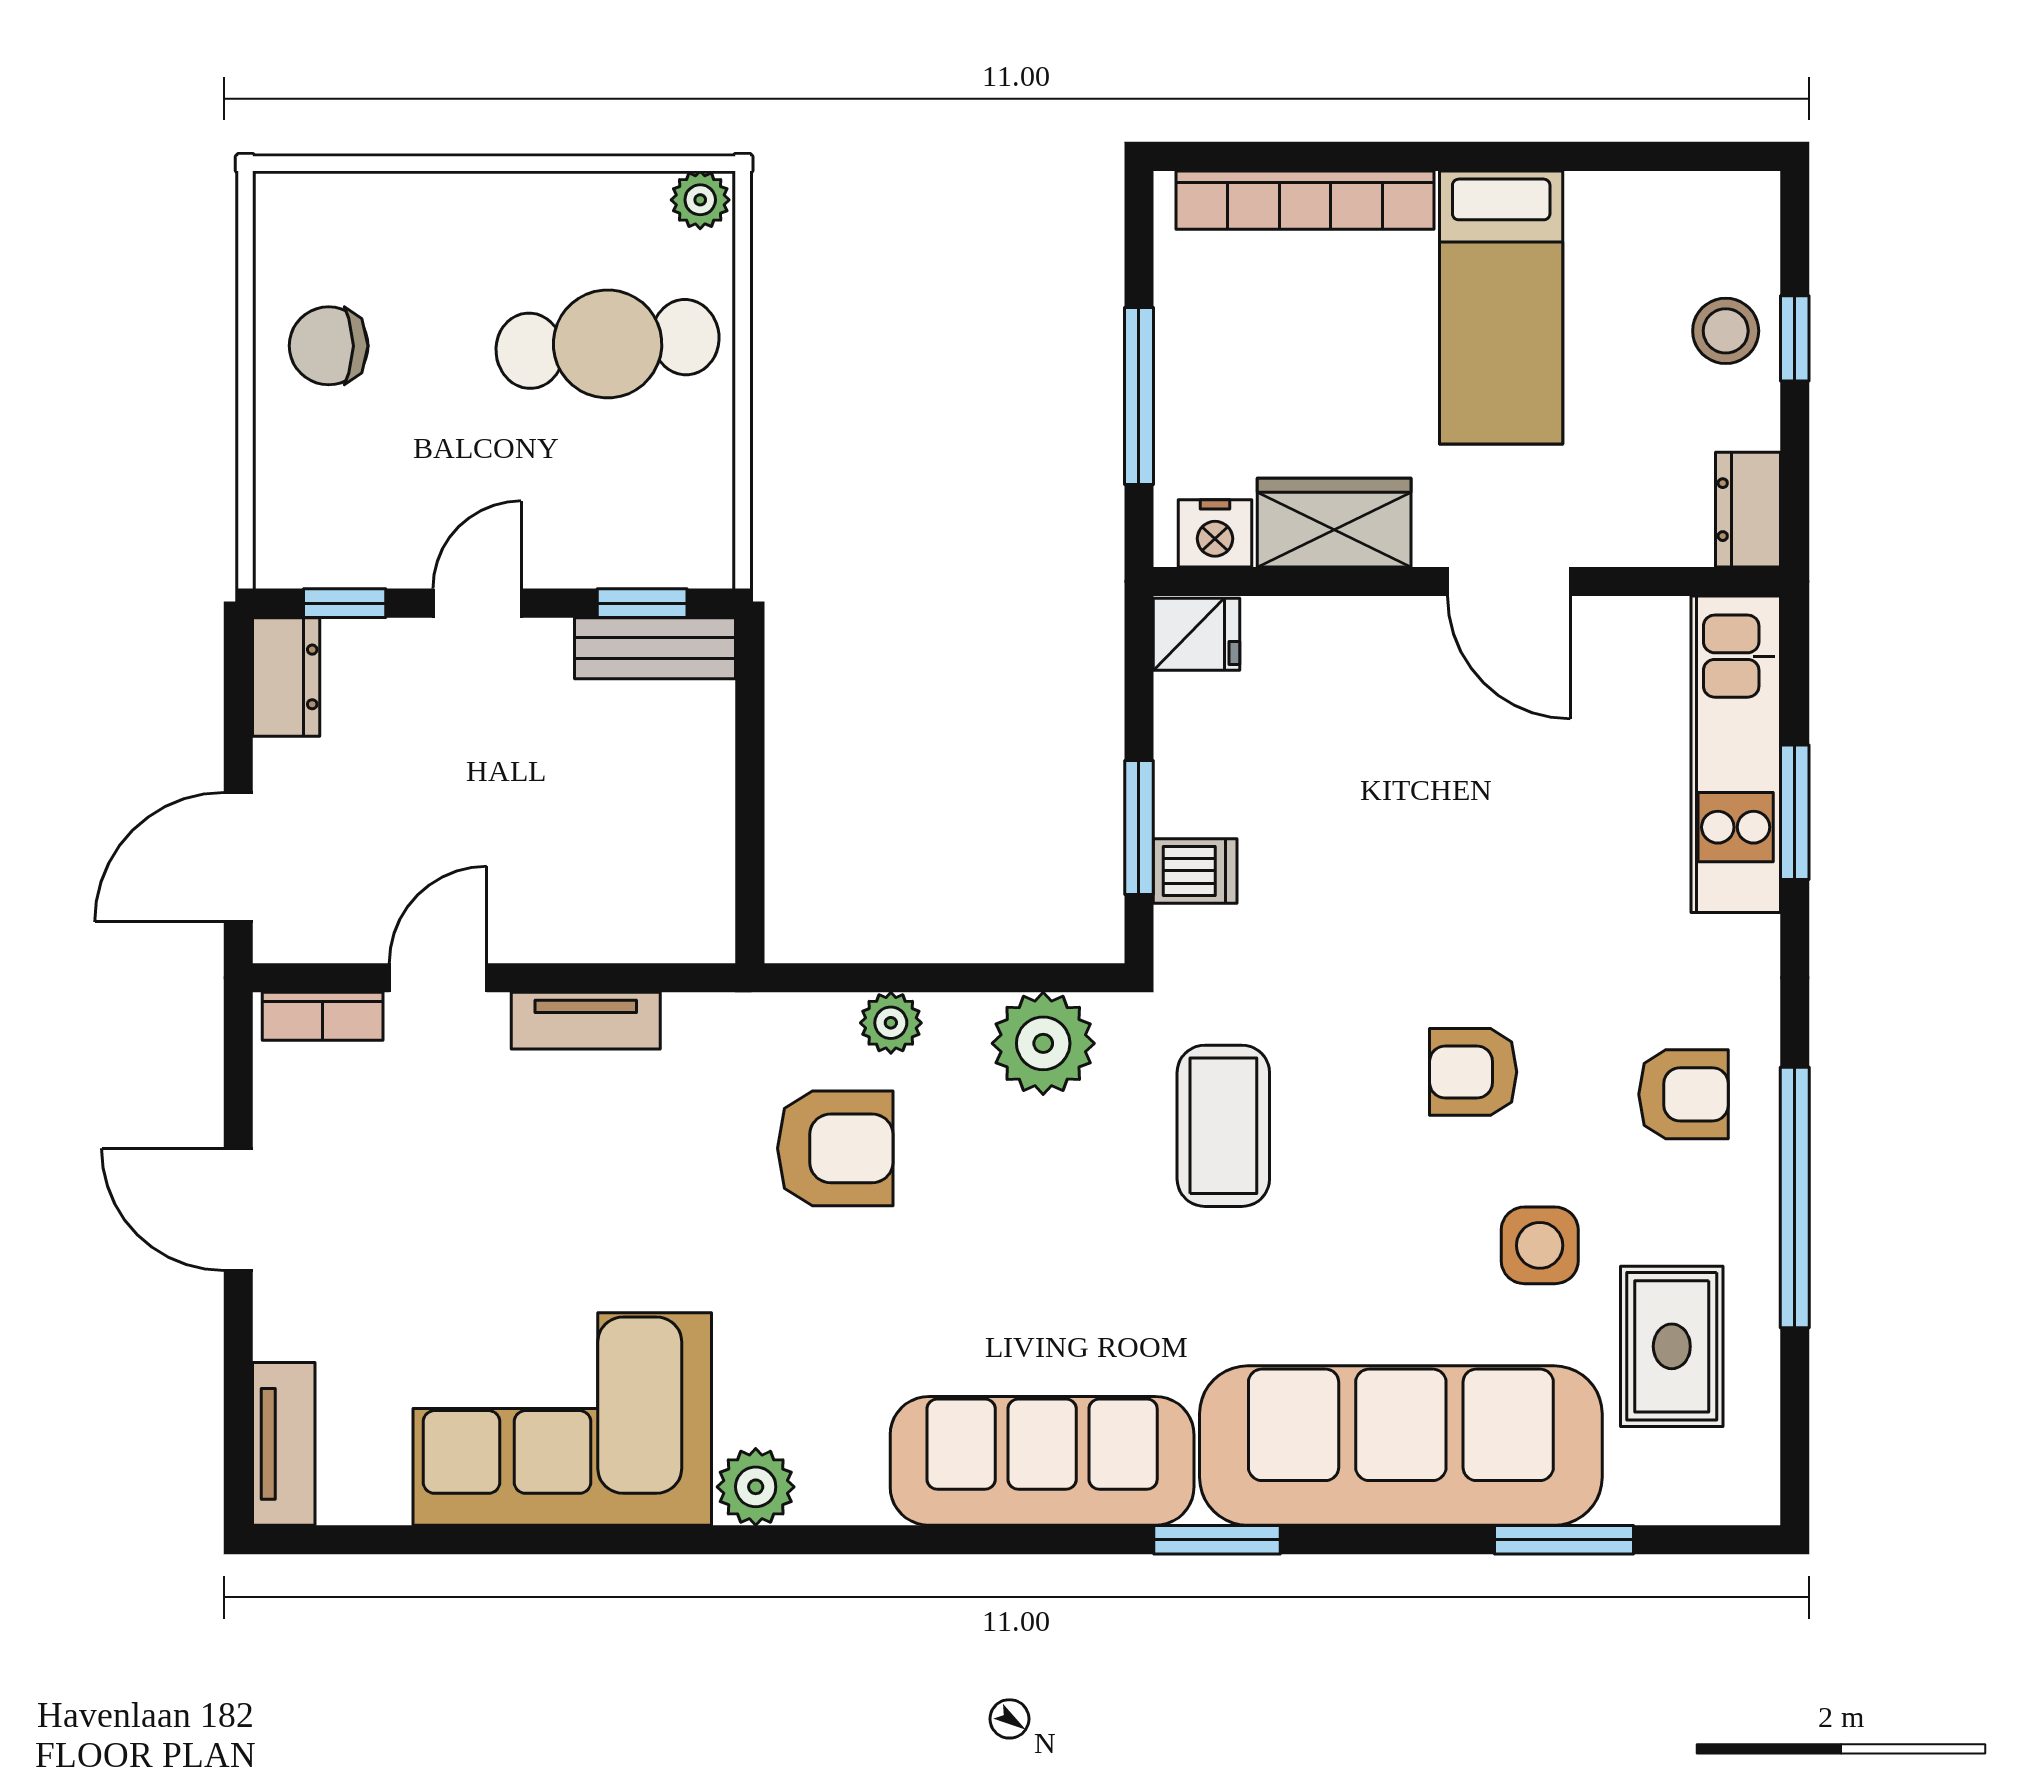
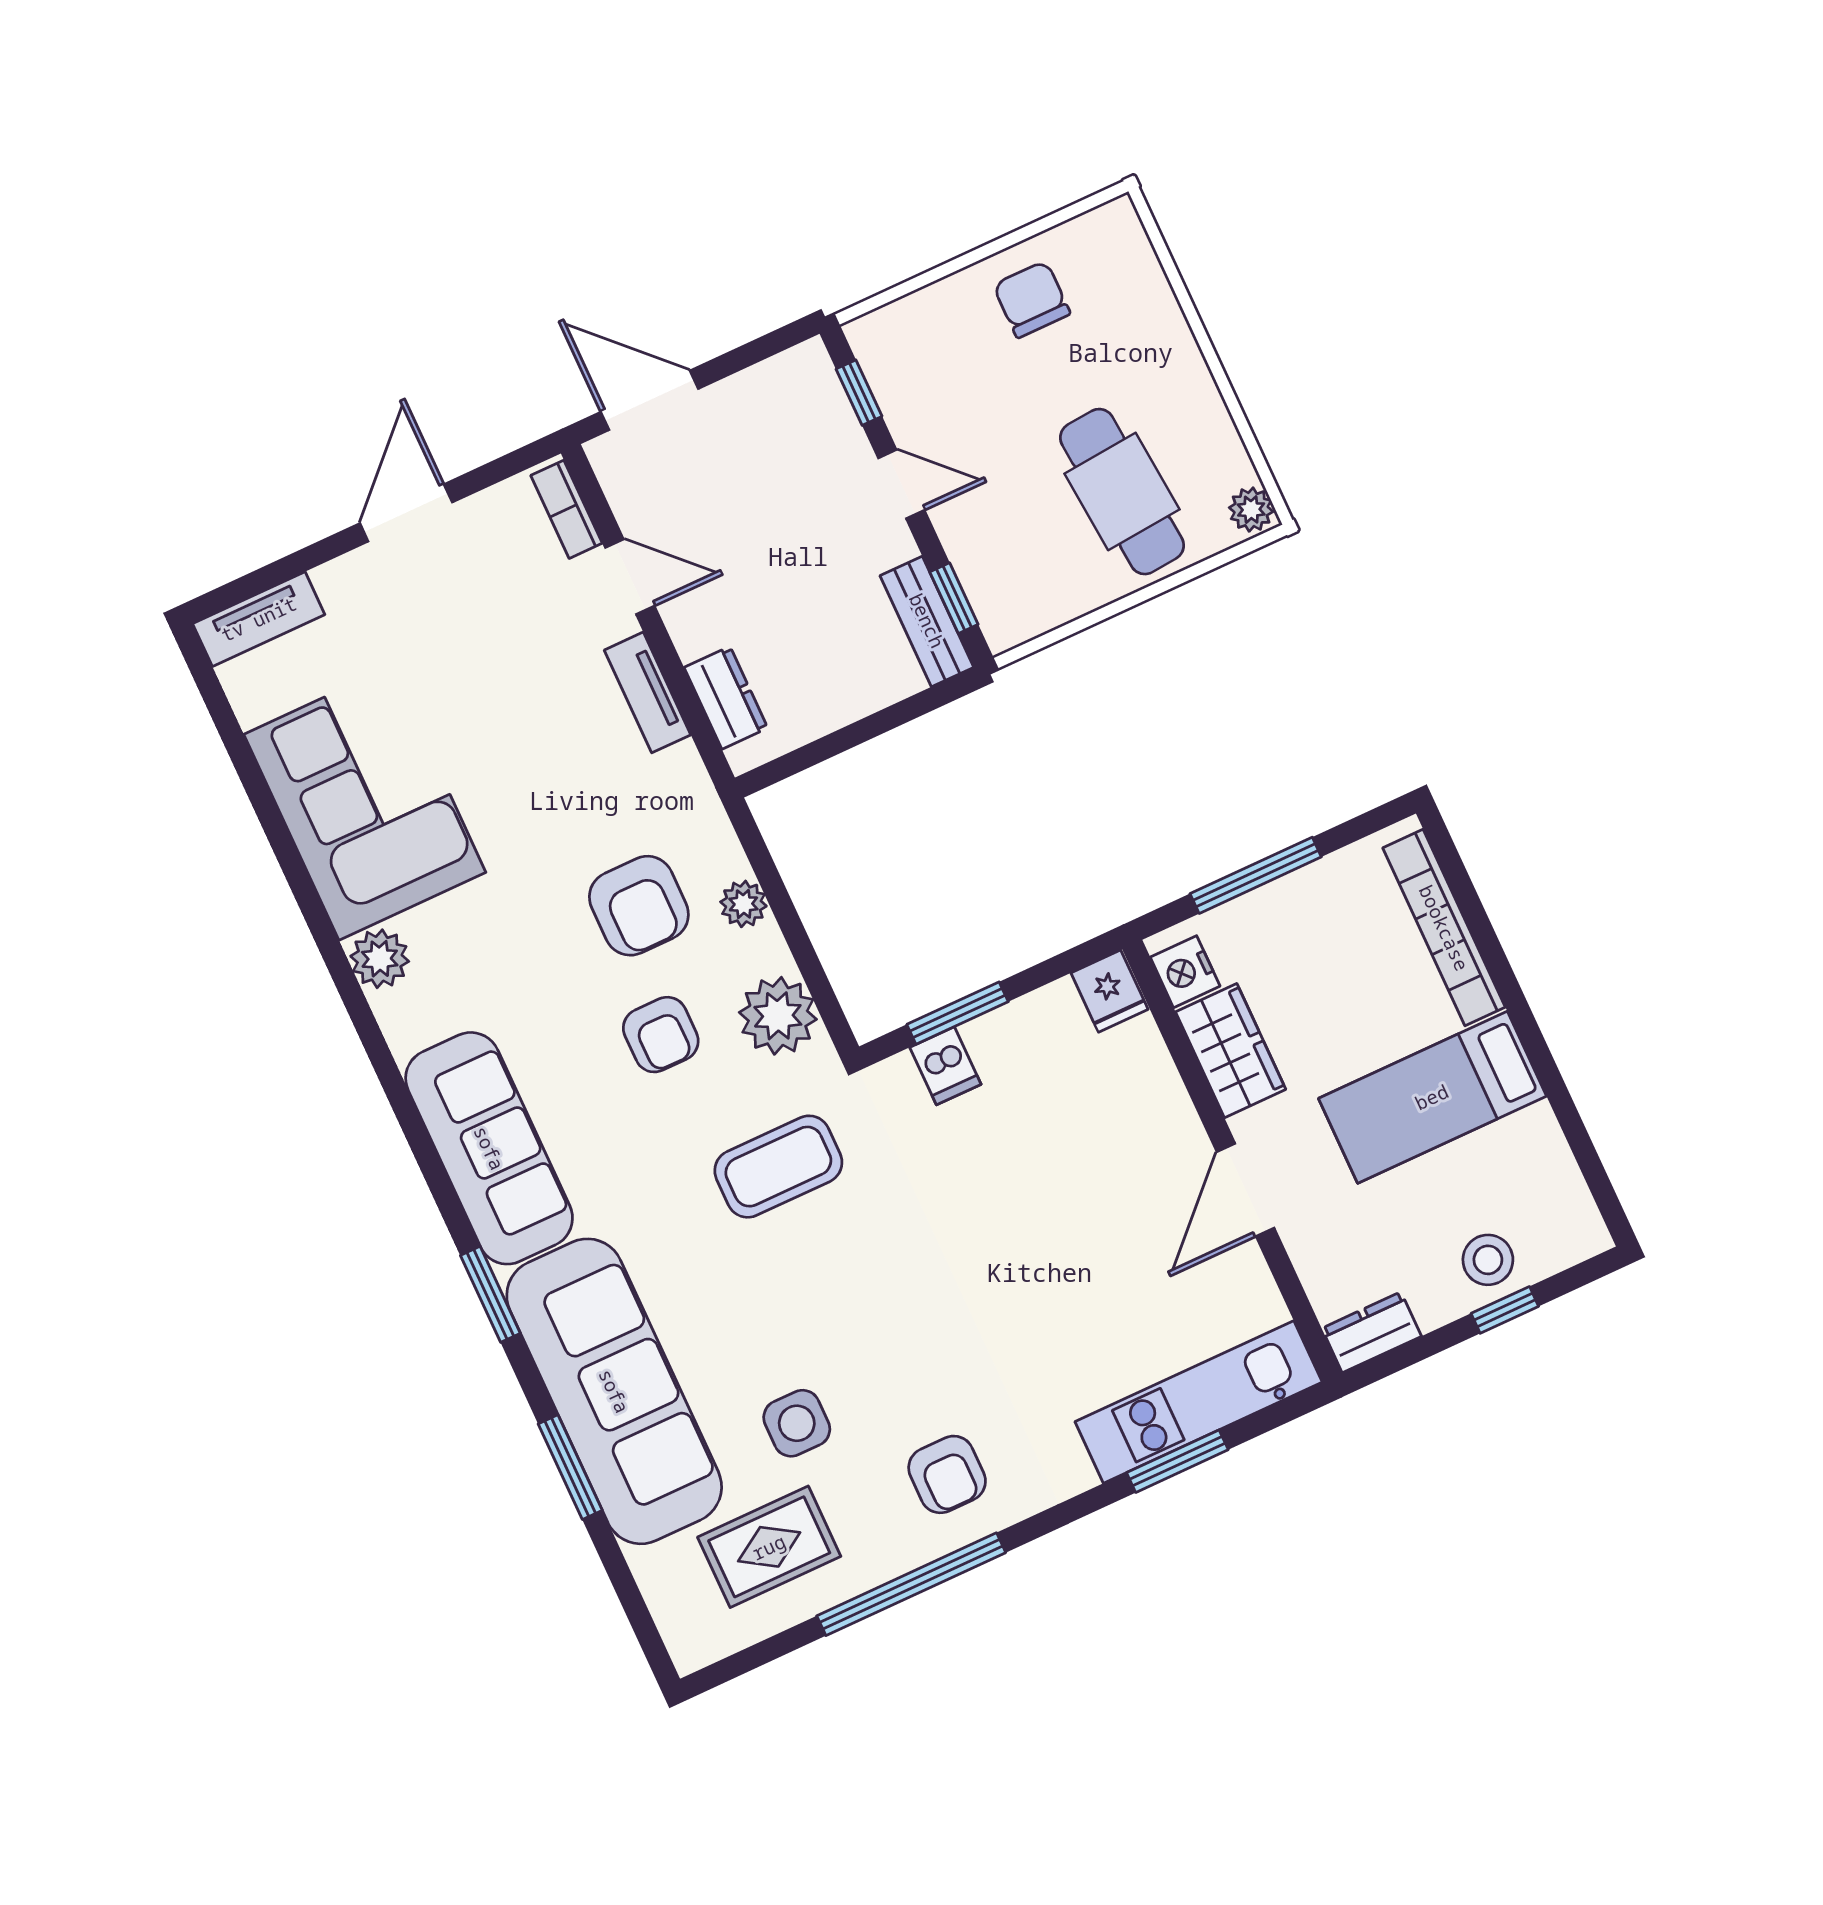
dresser: (286, 677) -> (726, 698), moved, turned -90
armchair: (1473, 1072) -> (661, 1035), moved, turned 180
window: (1564, 1540) -> (570, 1467), moved

